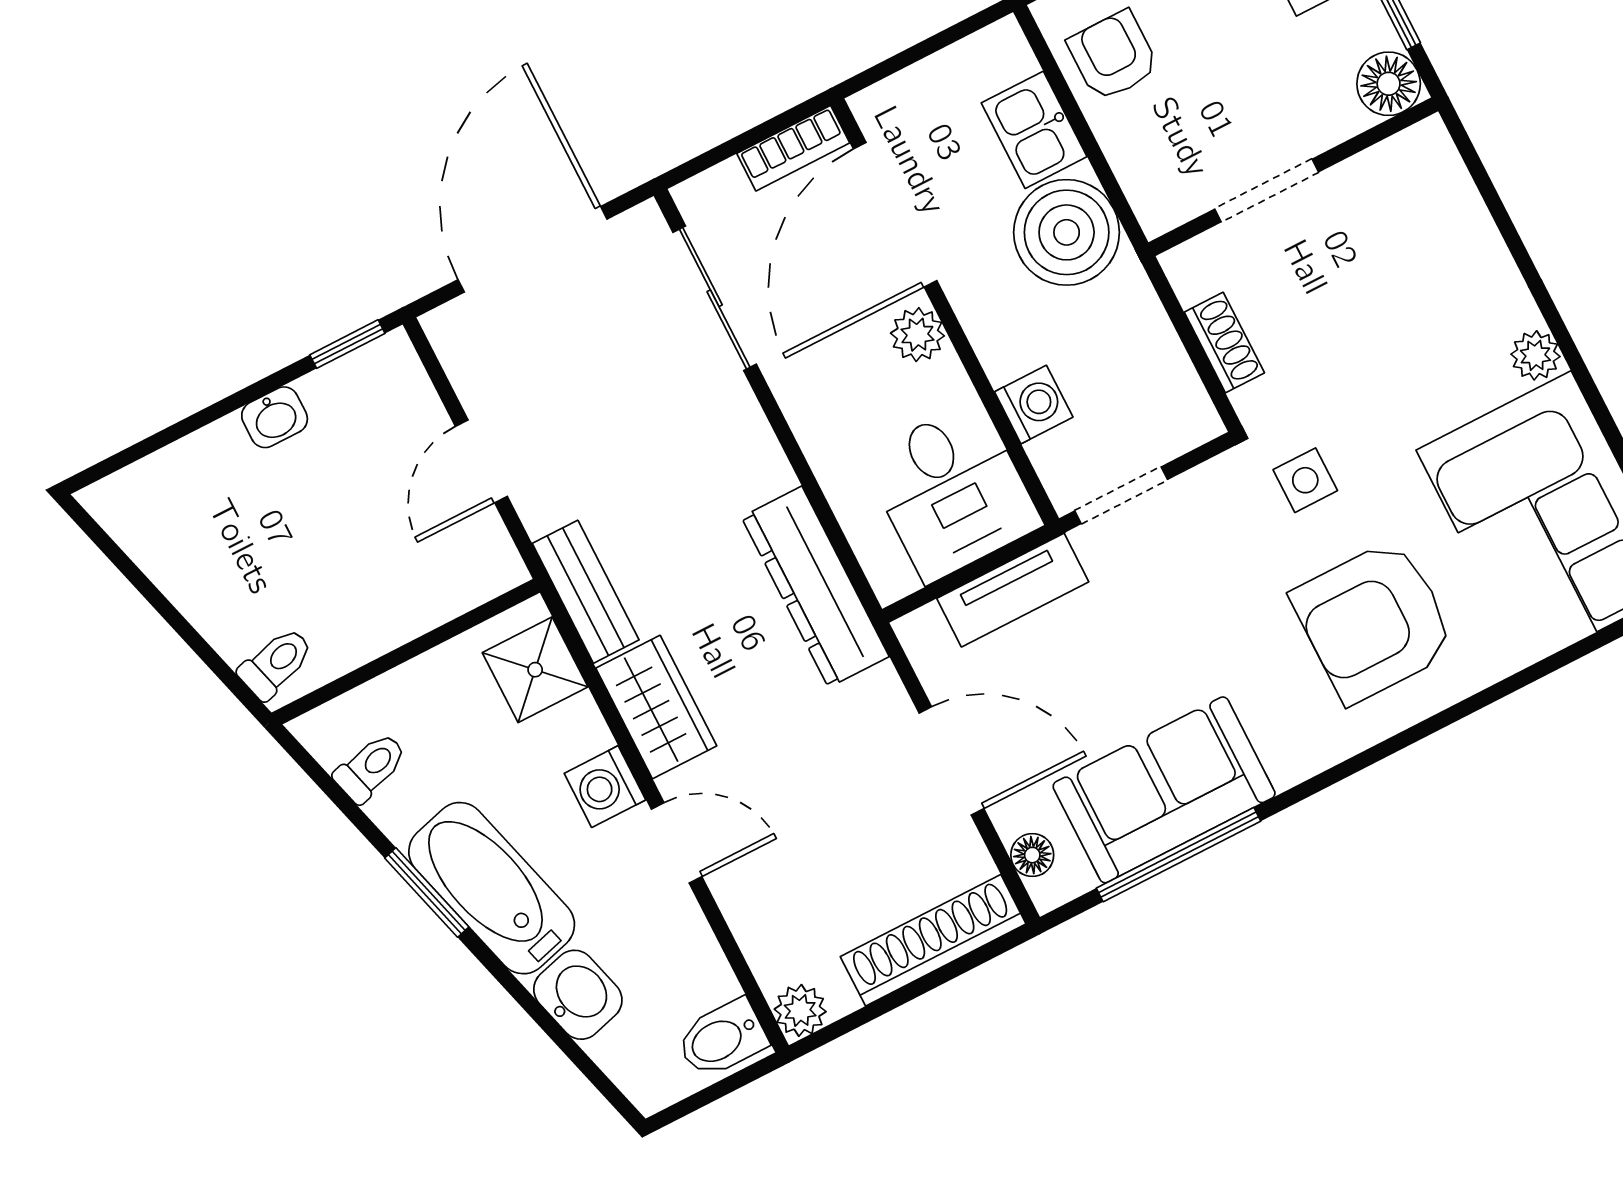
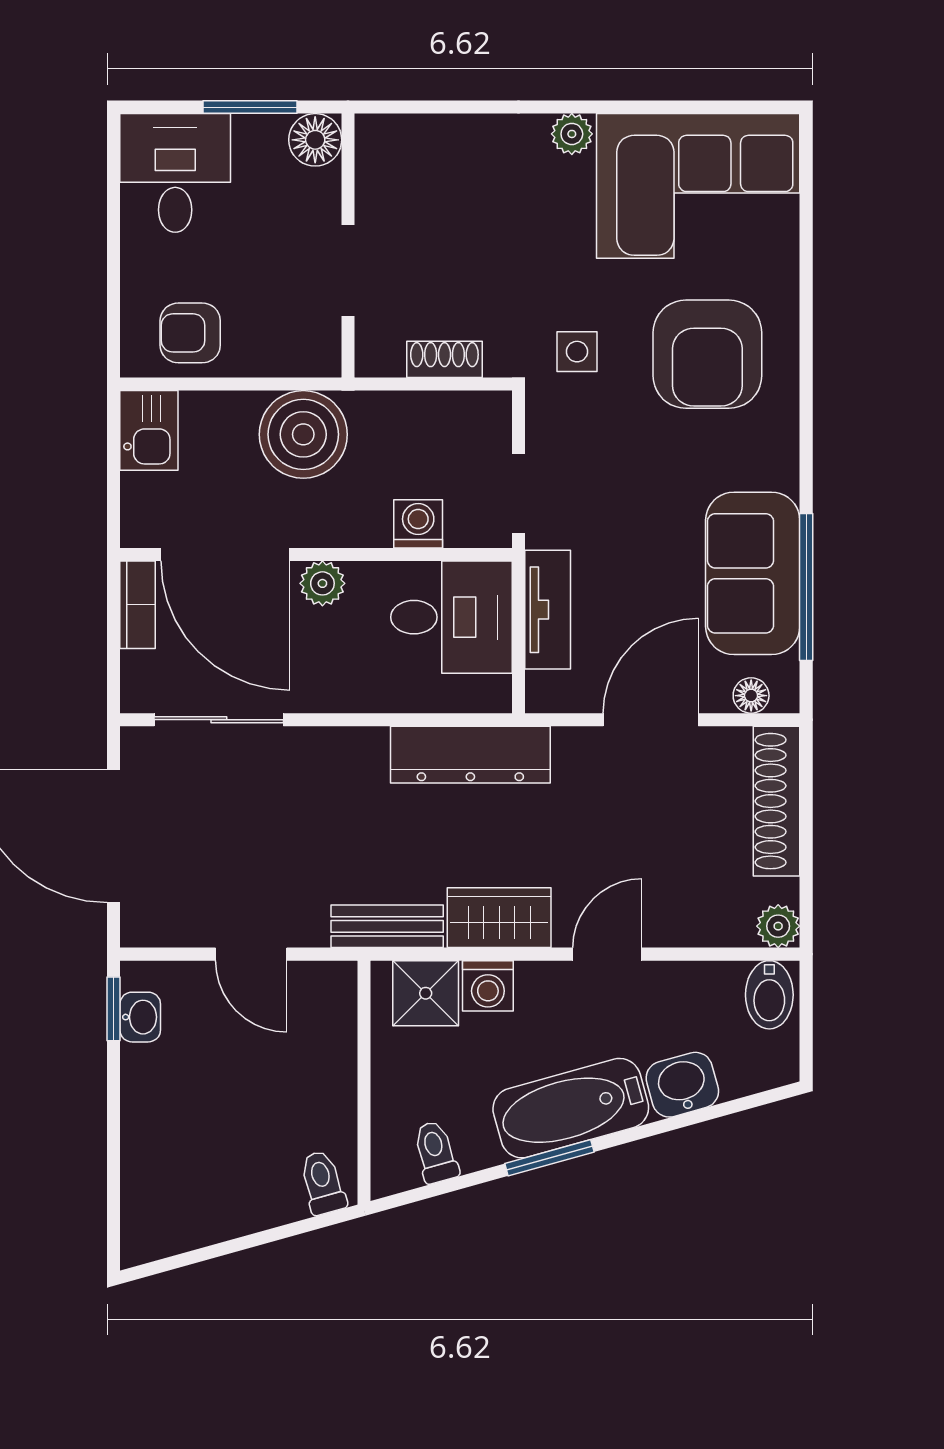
kitchen sink: (1034, 130) -> (149, 430), moved, turned -90
washbasin: (275, 417) -> (140, 1017), moved
washing machine: (605, 787) -> (488, 986), moved

